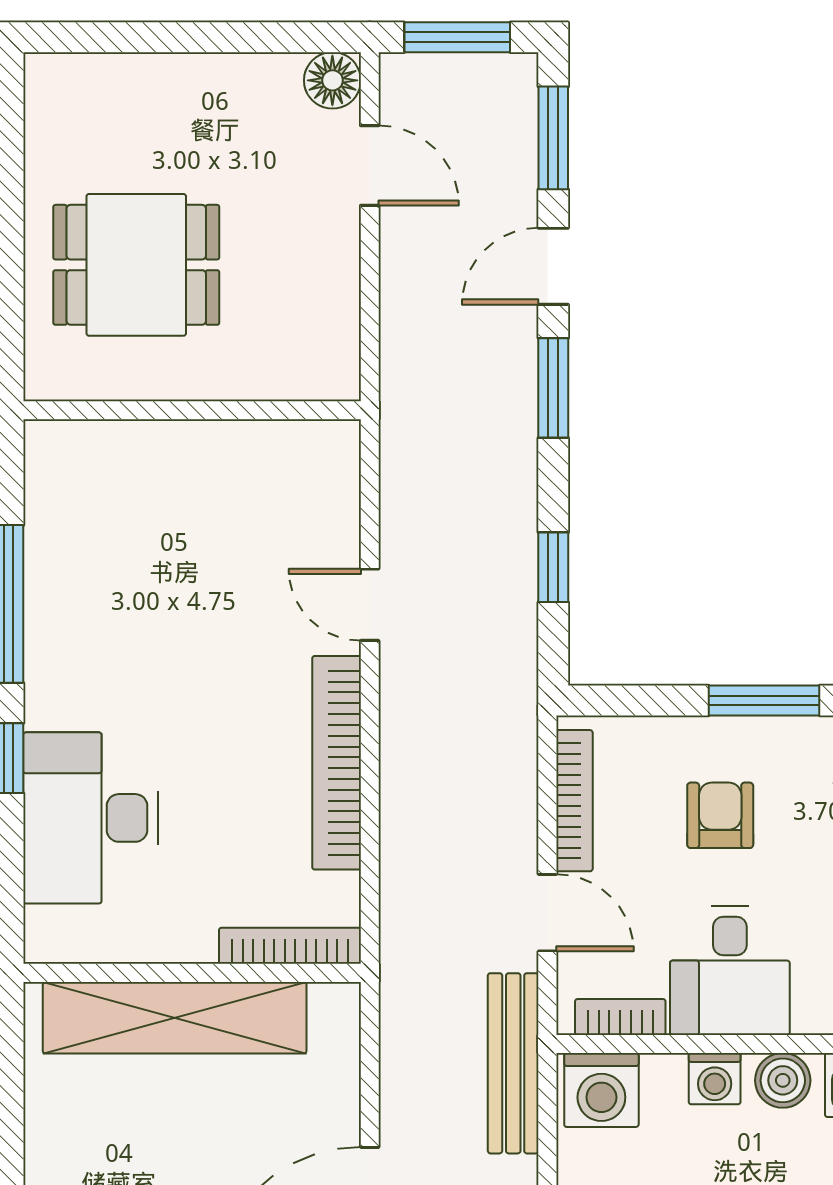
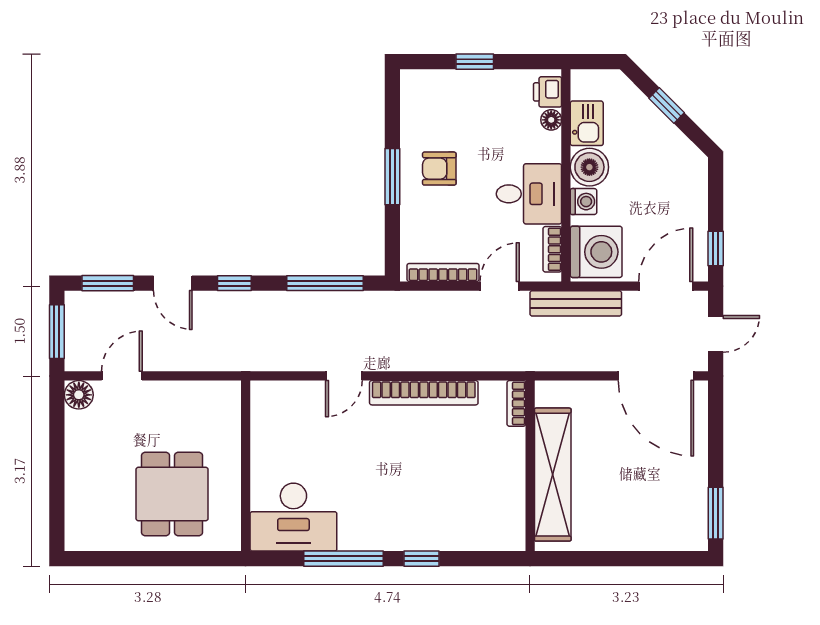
window: (553, 388) -> (234, 283), width x0.67
window: (553, 567) -> (325, 283), width x2.17
armchair: (720, 815) -> (439, 169), moved
desk: (91, 818) -> (293, 517), moved
bookcase: (290, 946) -> (516, 403), width x0.64
boiler: (783, 1080) -> (589, 167), width x1.36, depth x1.36
washing machine: (601, 1090) -> (596, 252), width x1.37, depth x1.37

